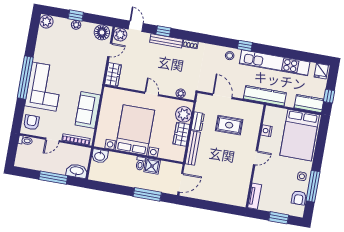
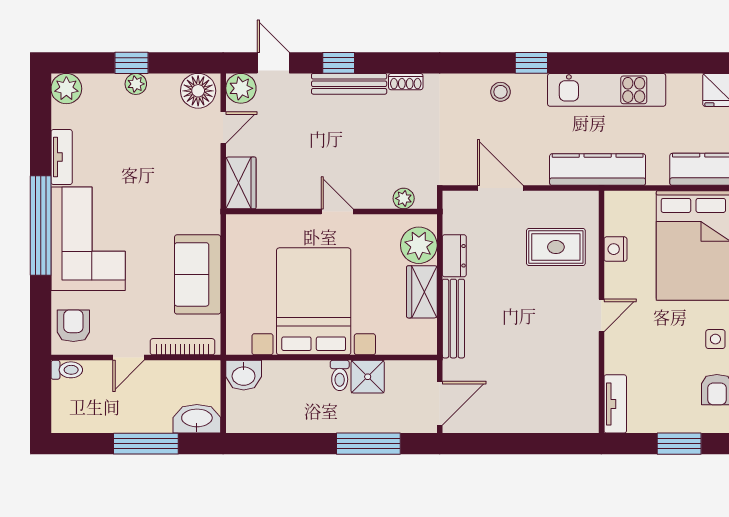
tv unit: (39, 50) -> (62, 157), added
kitchen unit: (275, 63) -> (607, 90), width x0.73
rug: (229, 125) -> (556, 247), moved

